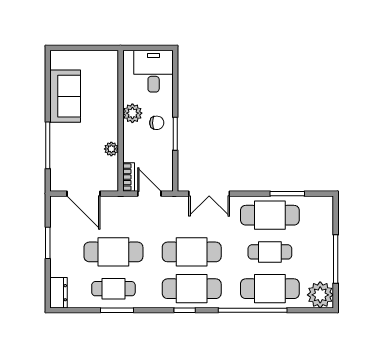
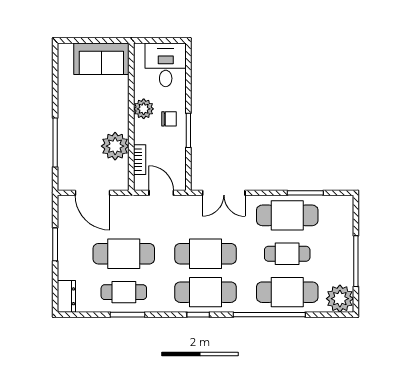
sofa: (65, 96) -> (101, 59), moved, turned 90
plant: (111, 149) -> (115, 146), width x1.88, depth x1.88
bookcase: (129, 177) -> (140, 160), moved

